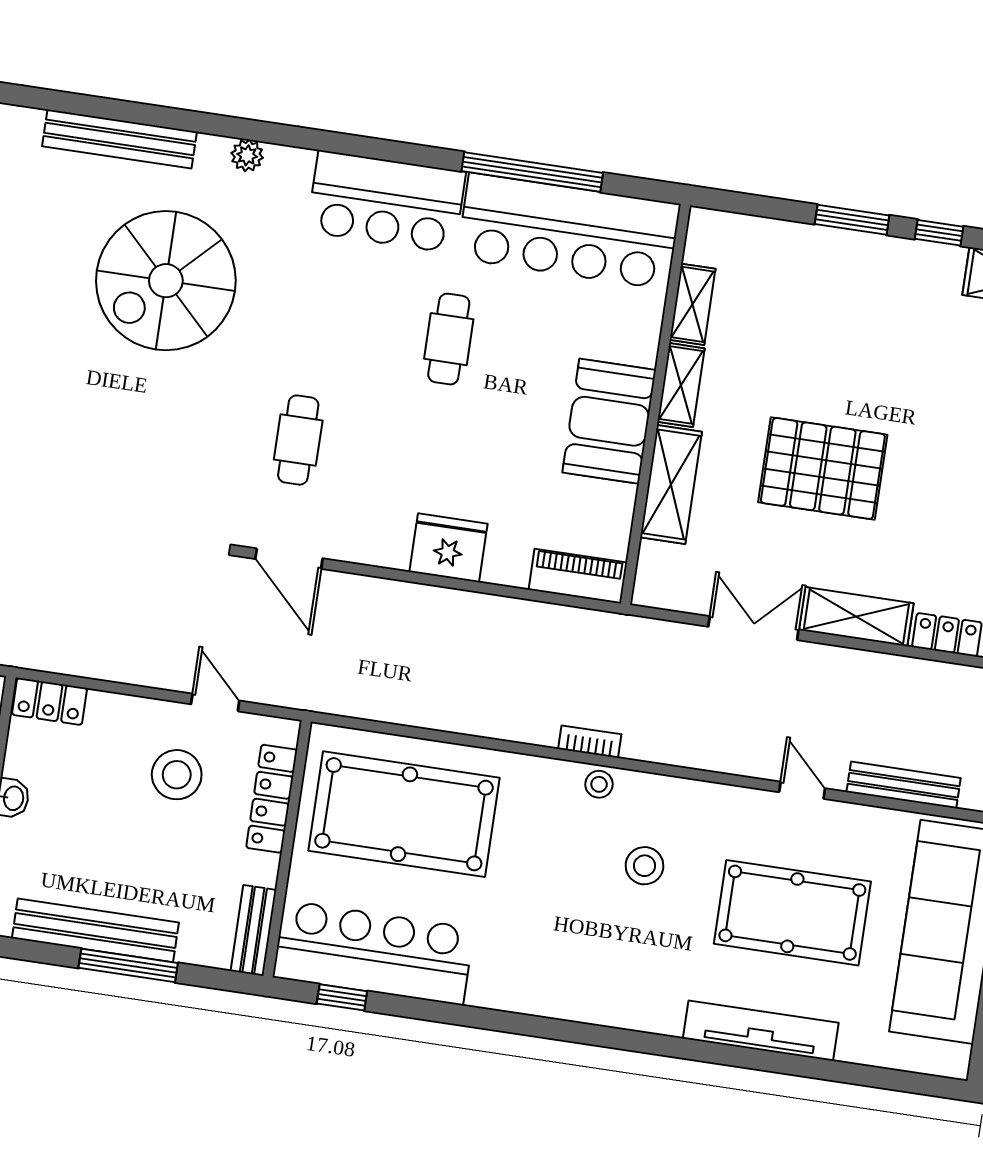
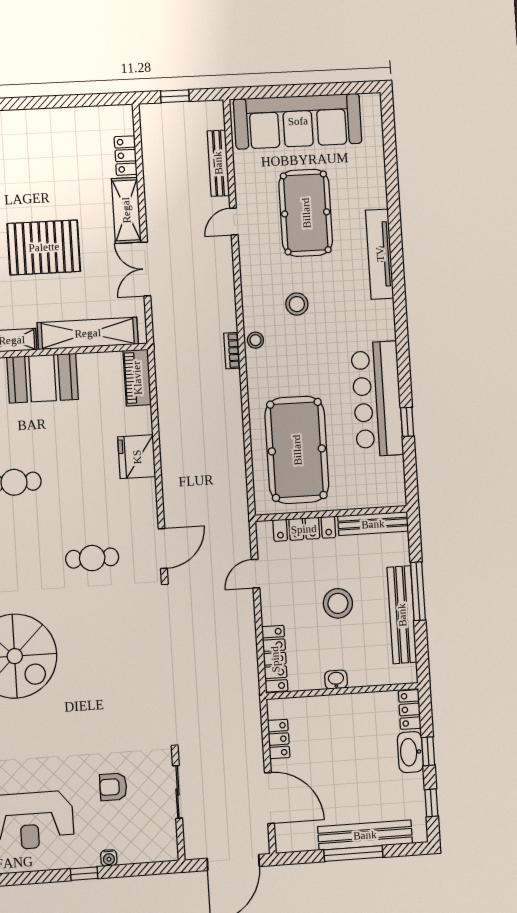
pallet: (823, 468) -> (44, 247), turned 90
shelving: (671, 484) -> (88, 333), width x1.47
locker: (50, 701) -> (275, 659), width x1.53
stool: (177, 775) -> (338, 603), moved
bench: (253, 930) -> (373, 524), width x1.36
bar counter: (374, 953) -> (377, 399), moved
window: (342, 997) -> (407, 422), moved
tv unit: (761, 1031) -> (380, 254), moved

